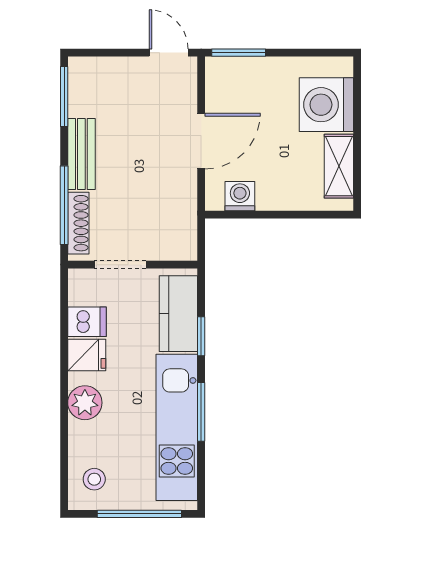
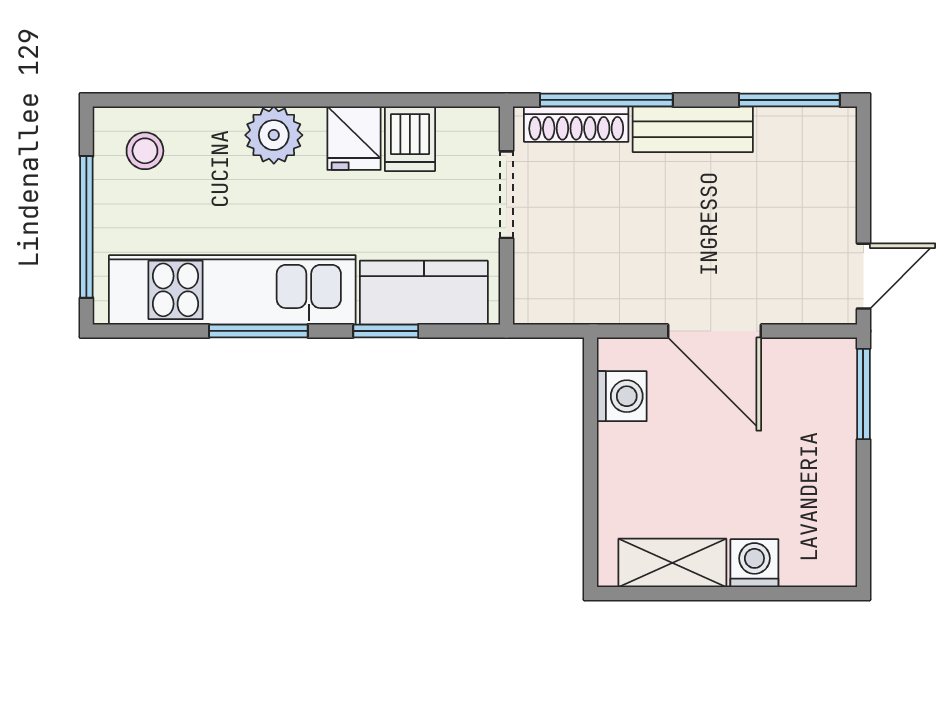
washing machine: (326, 105) -> (754, 563), width x0.53, depth x0.53

